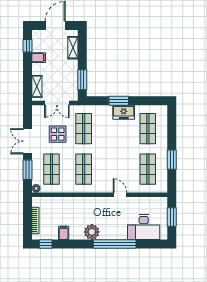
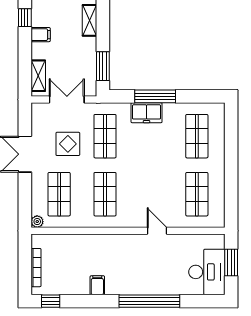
window: (119, 101) -> (155, 96), width x1.44
double door: (57, 103) -> (67, 100), swing flipped
freezer: (124, 112) -> (147, 113), moved
window: (172, 160) -> (231, 180), removed
window: (28, 170) -> (25, 195), removed
desk: (144, 227) -> (207, 272), moved, turned -90
plant: (92, 232) -> (117, 284), removed
filing cabinet: (64, 233) -> (97, 285), moved

